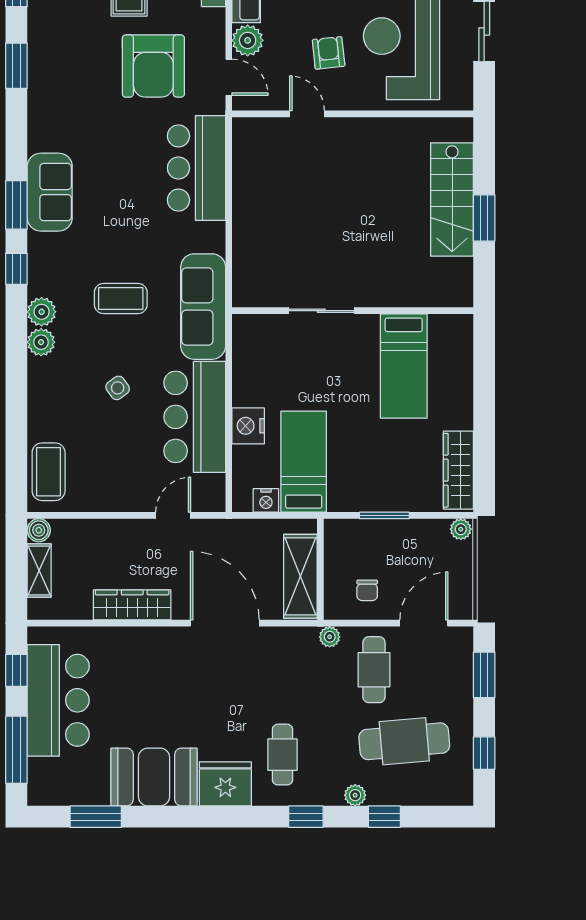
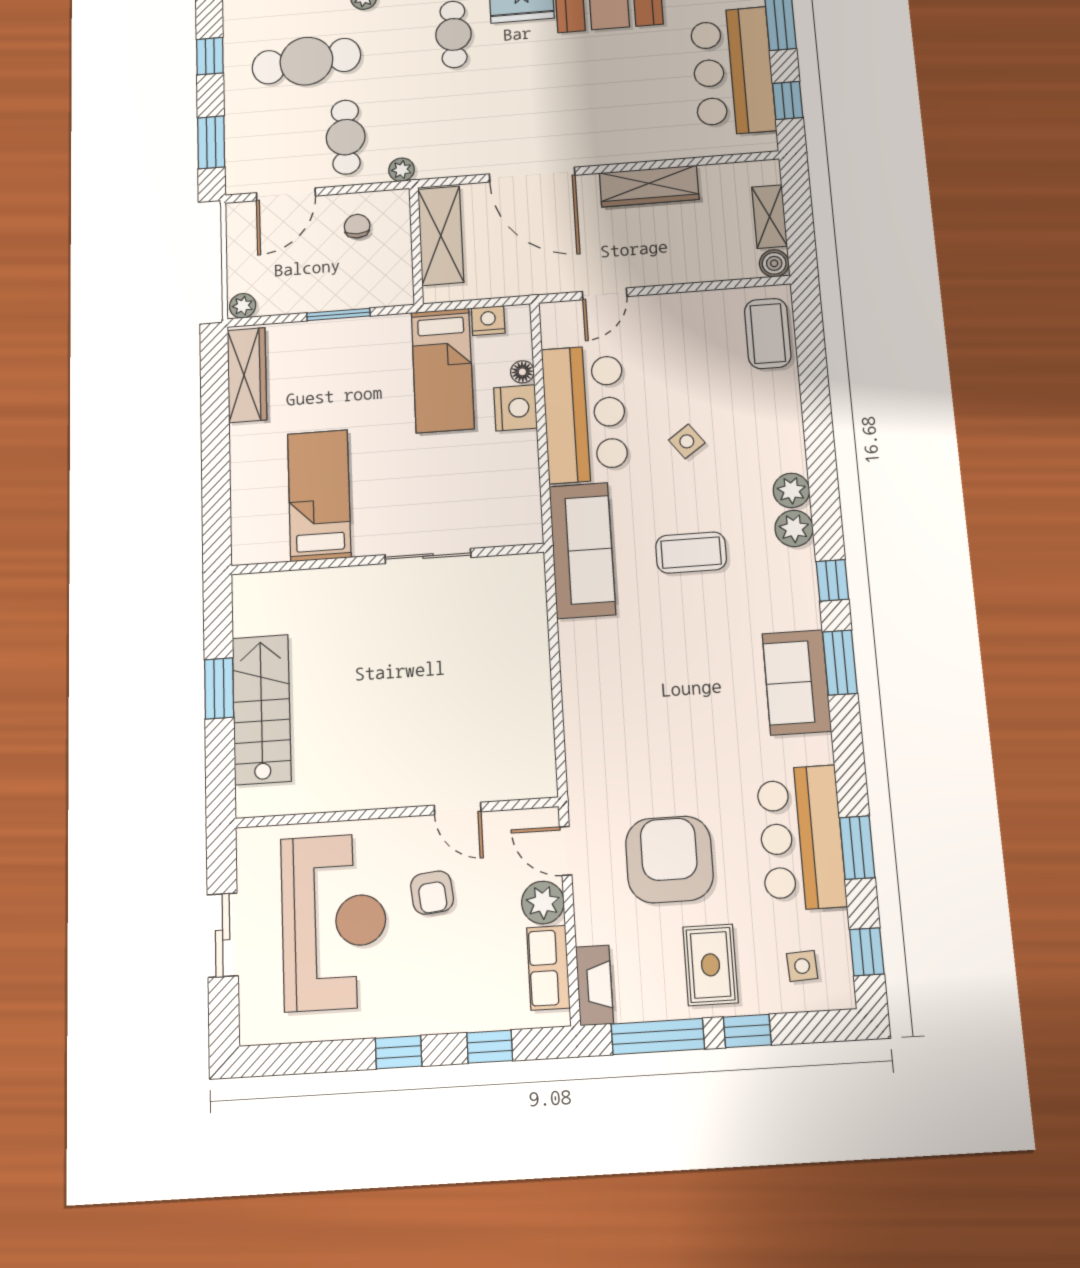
bar counter: (196, 168) -> (801, 838), moved, turned 180
floor lamp: (241, 455) -> (522, 372), added

